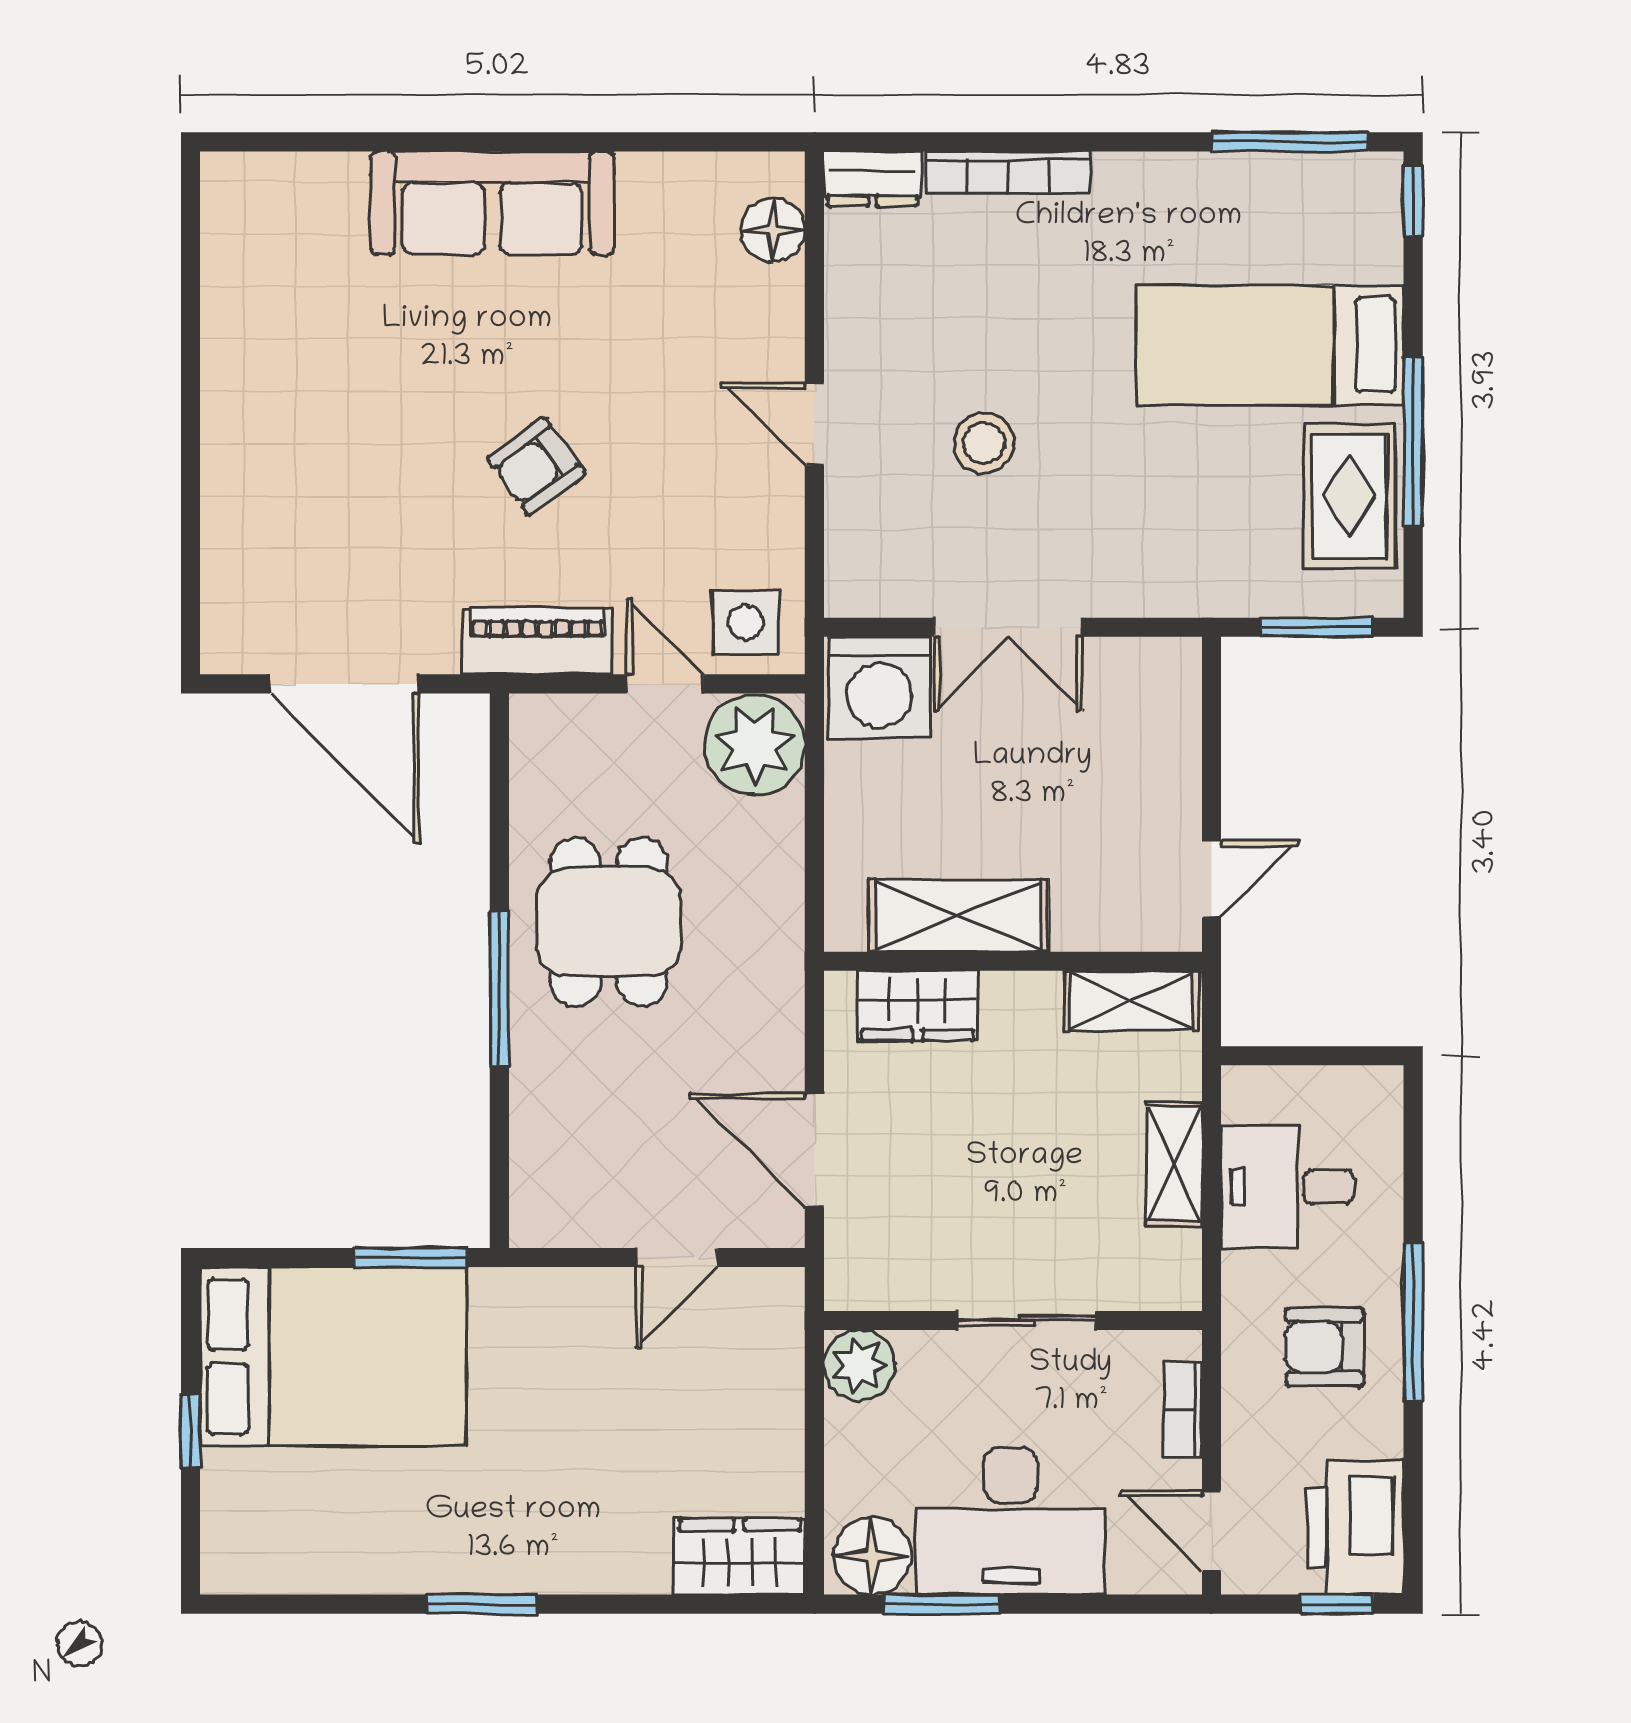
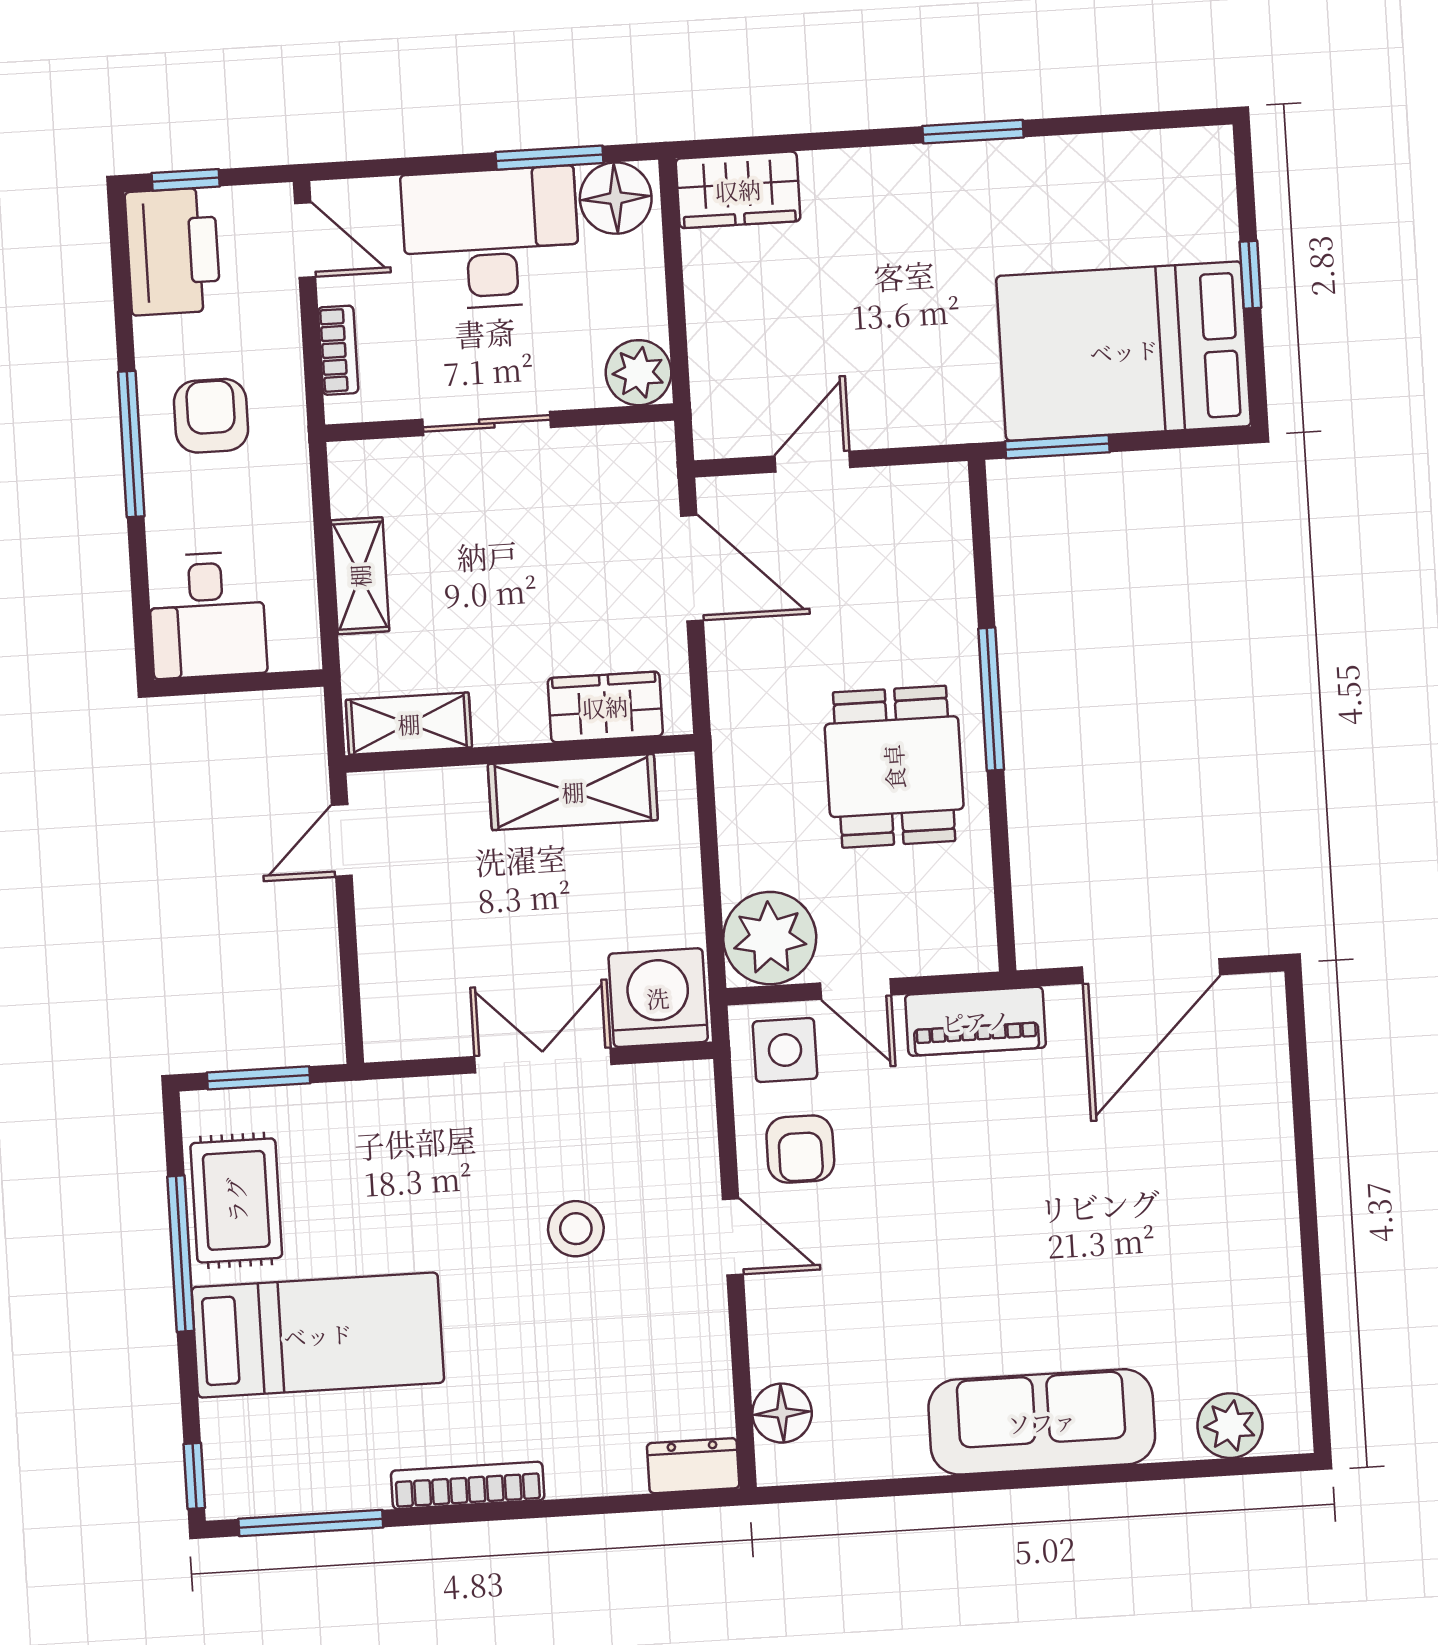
bookcase: (1008, 172) -> (468, 1485), moved
plant: (289, 187) -> (1230, 1426), added
armchair: (536, 466) -> (800, 1149), moved, turned 126
door: (344, 684) -> (1151, 971), swing flipped
desk: (1287, 1187) -> (207, 615), moved, turned 90
armchair: (1325, 1347) -> (211, 416), turned -90

